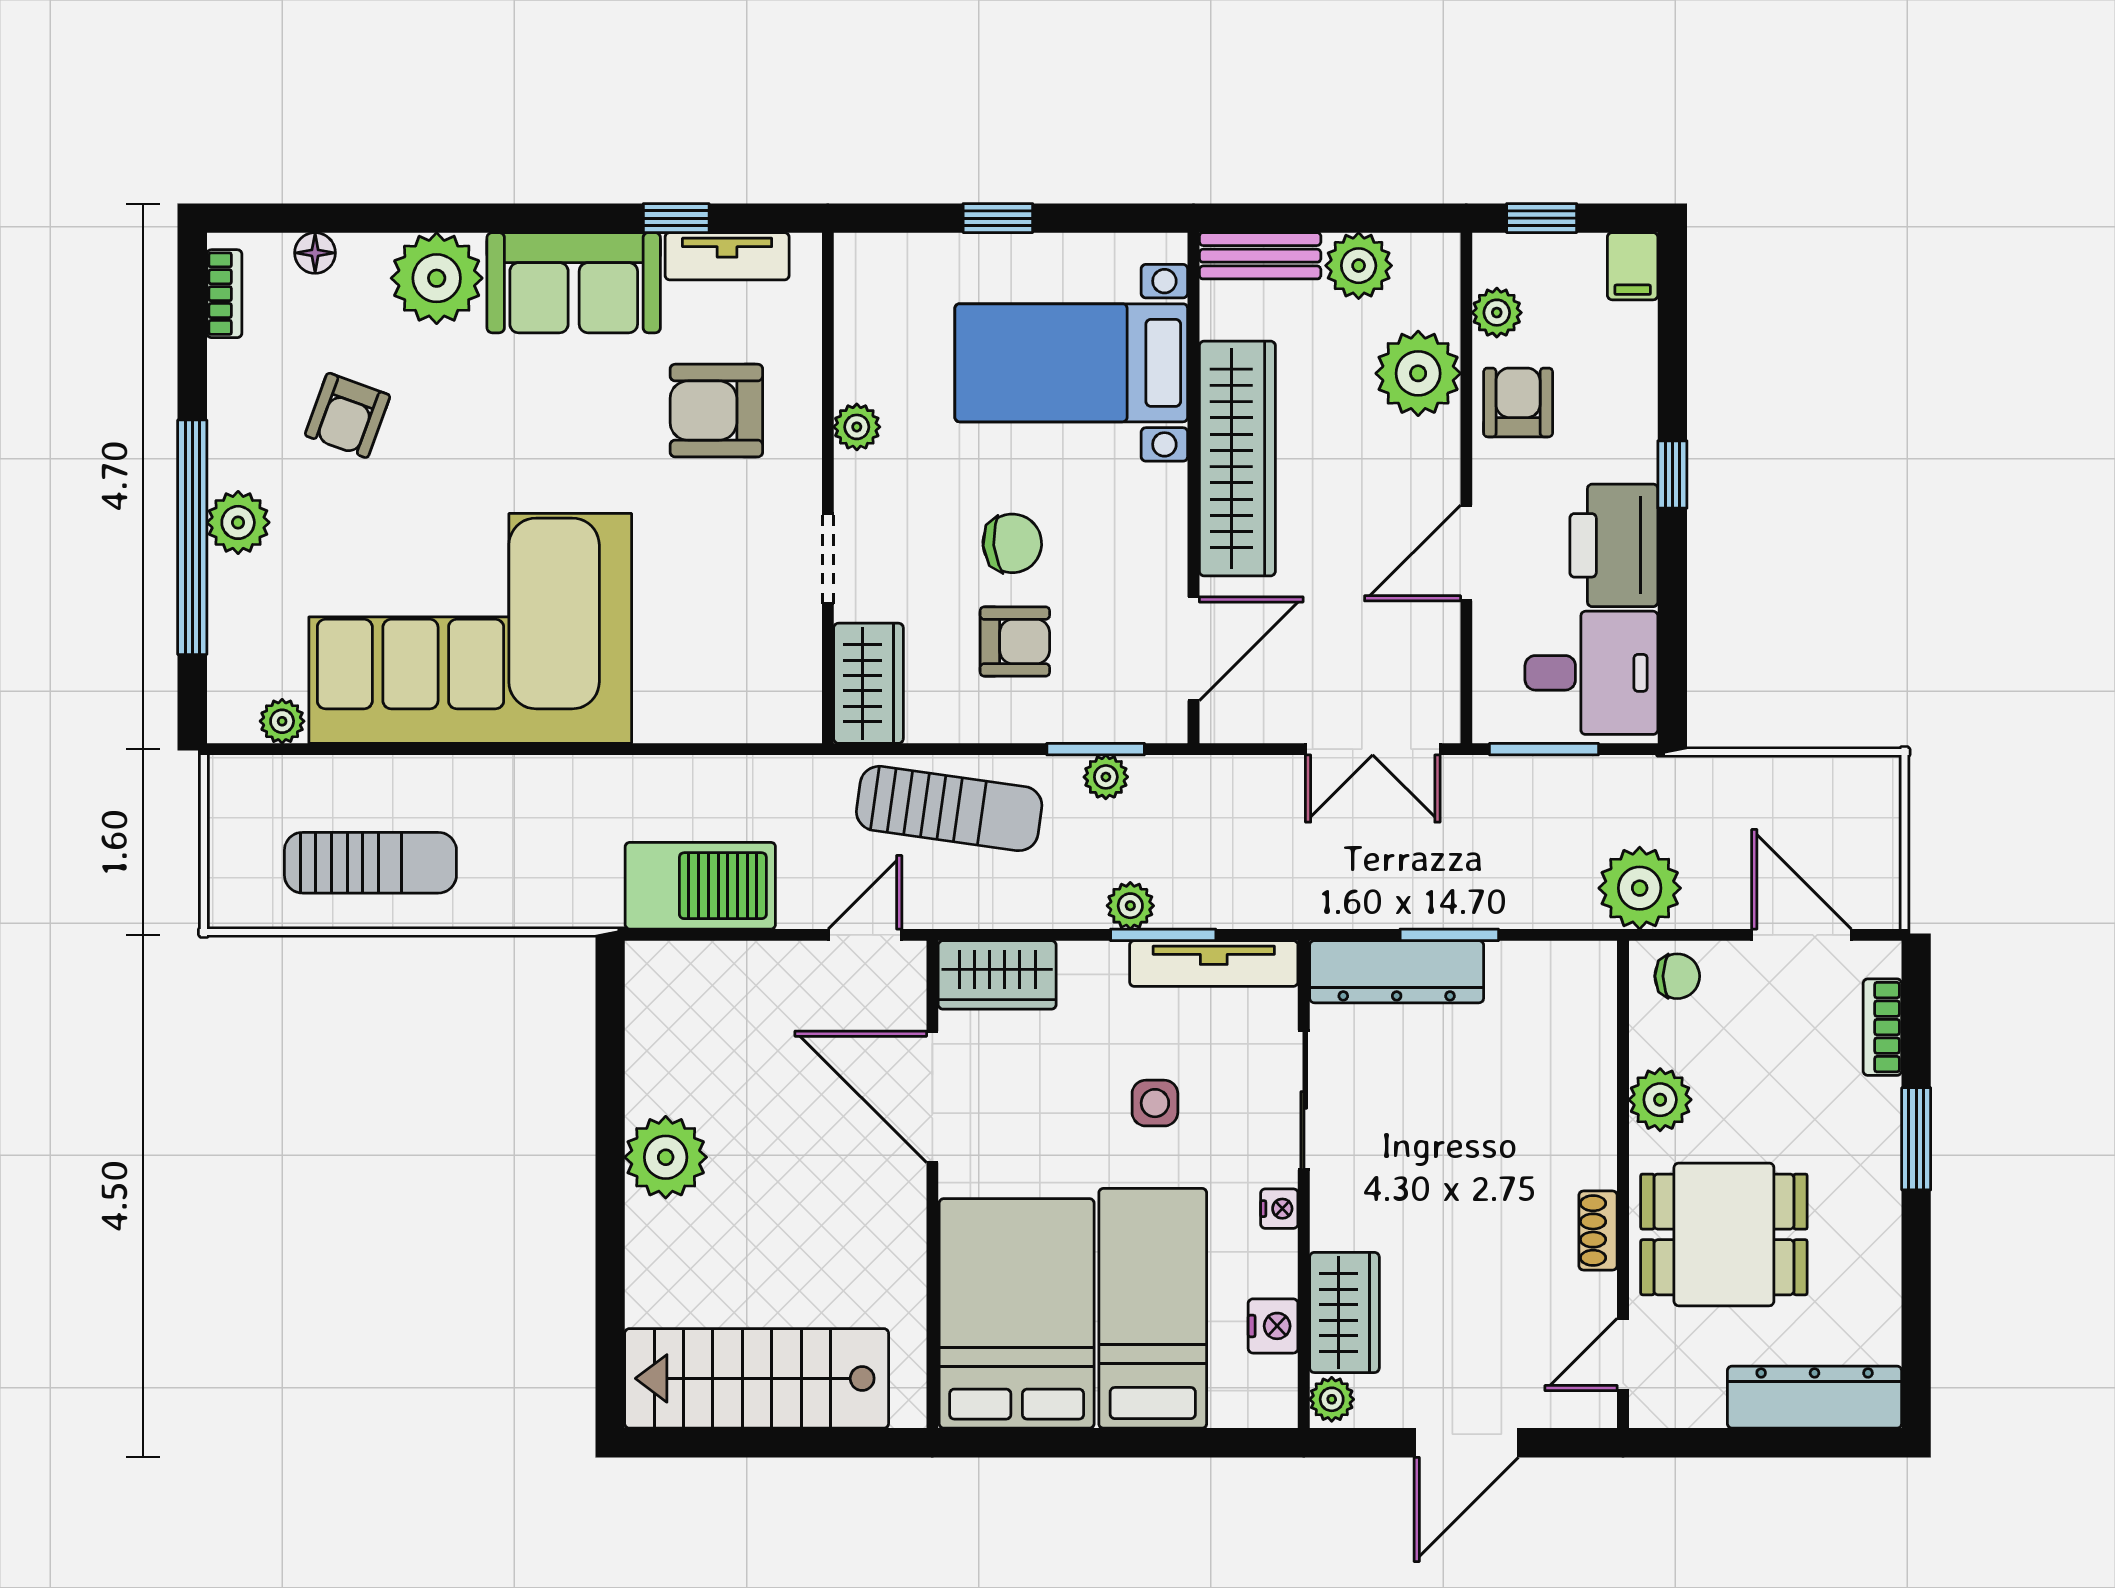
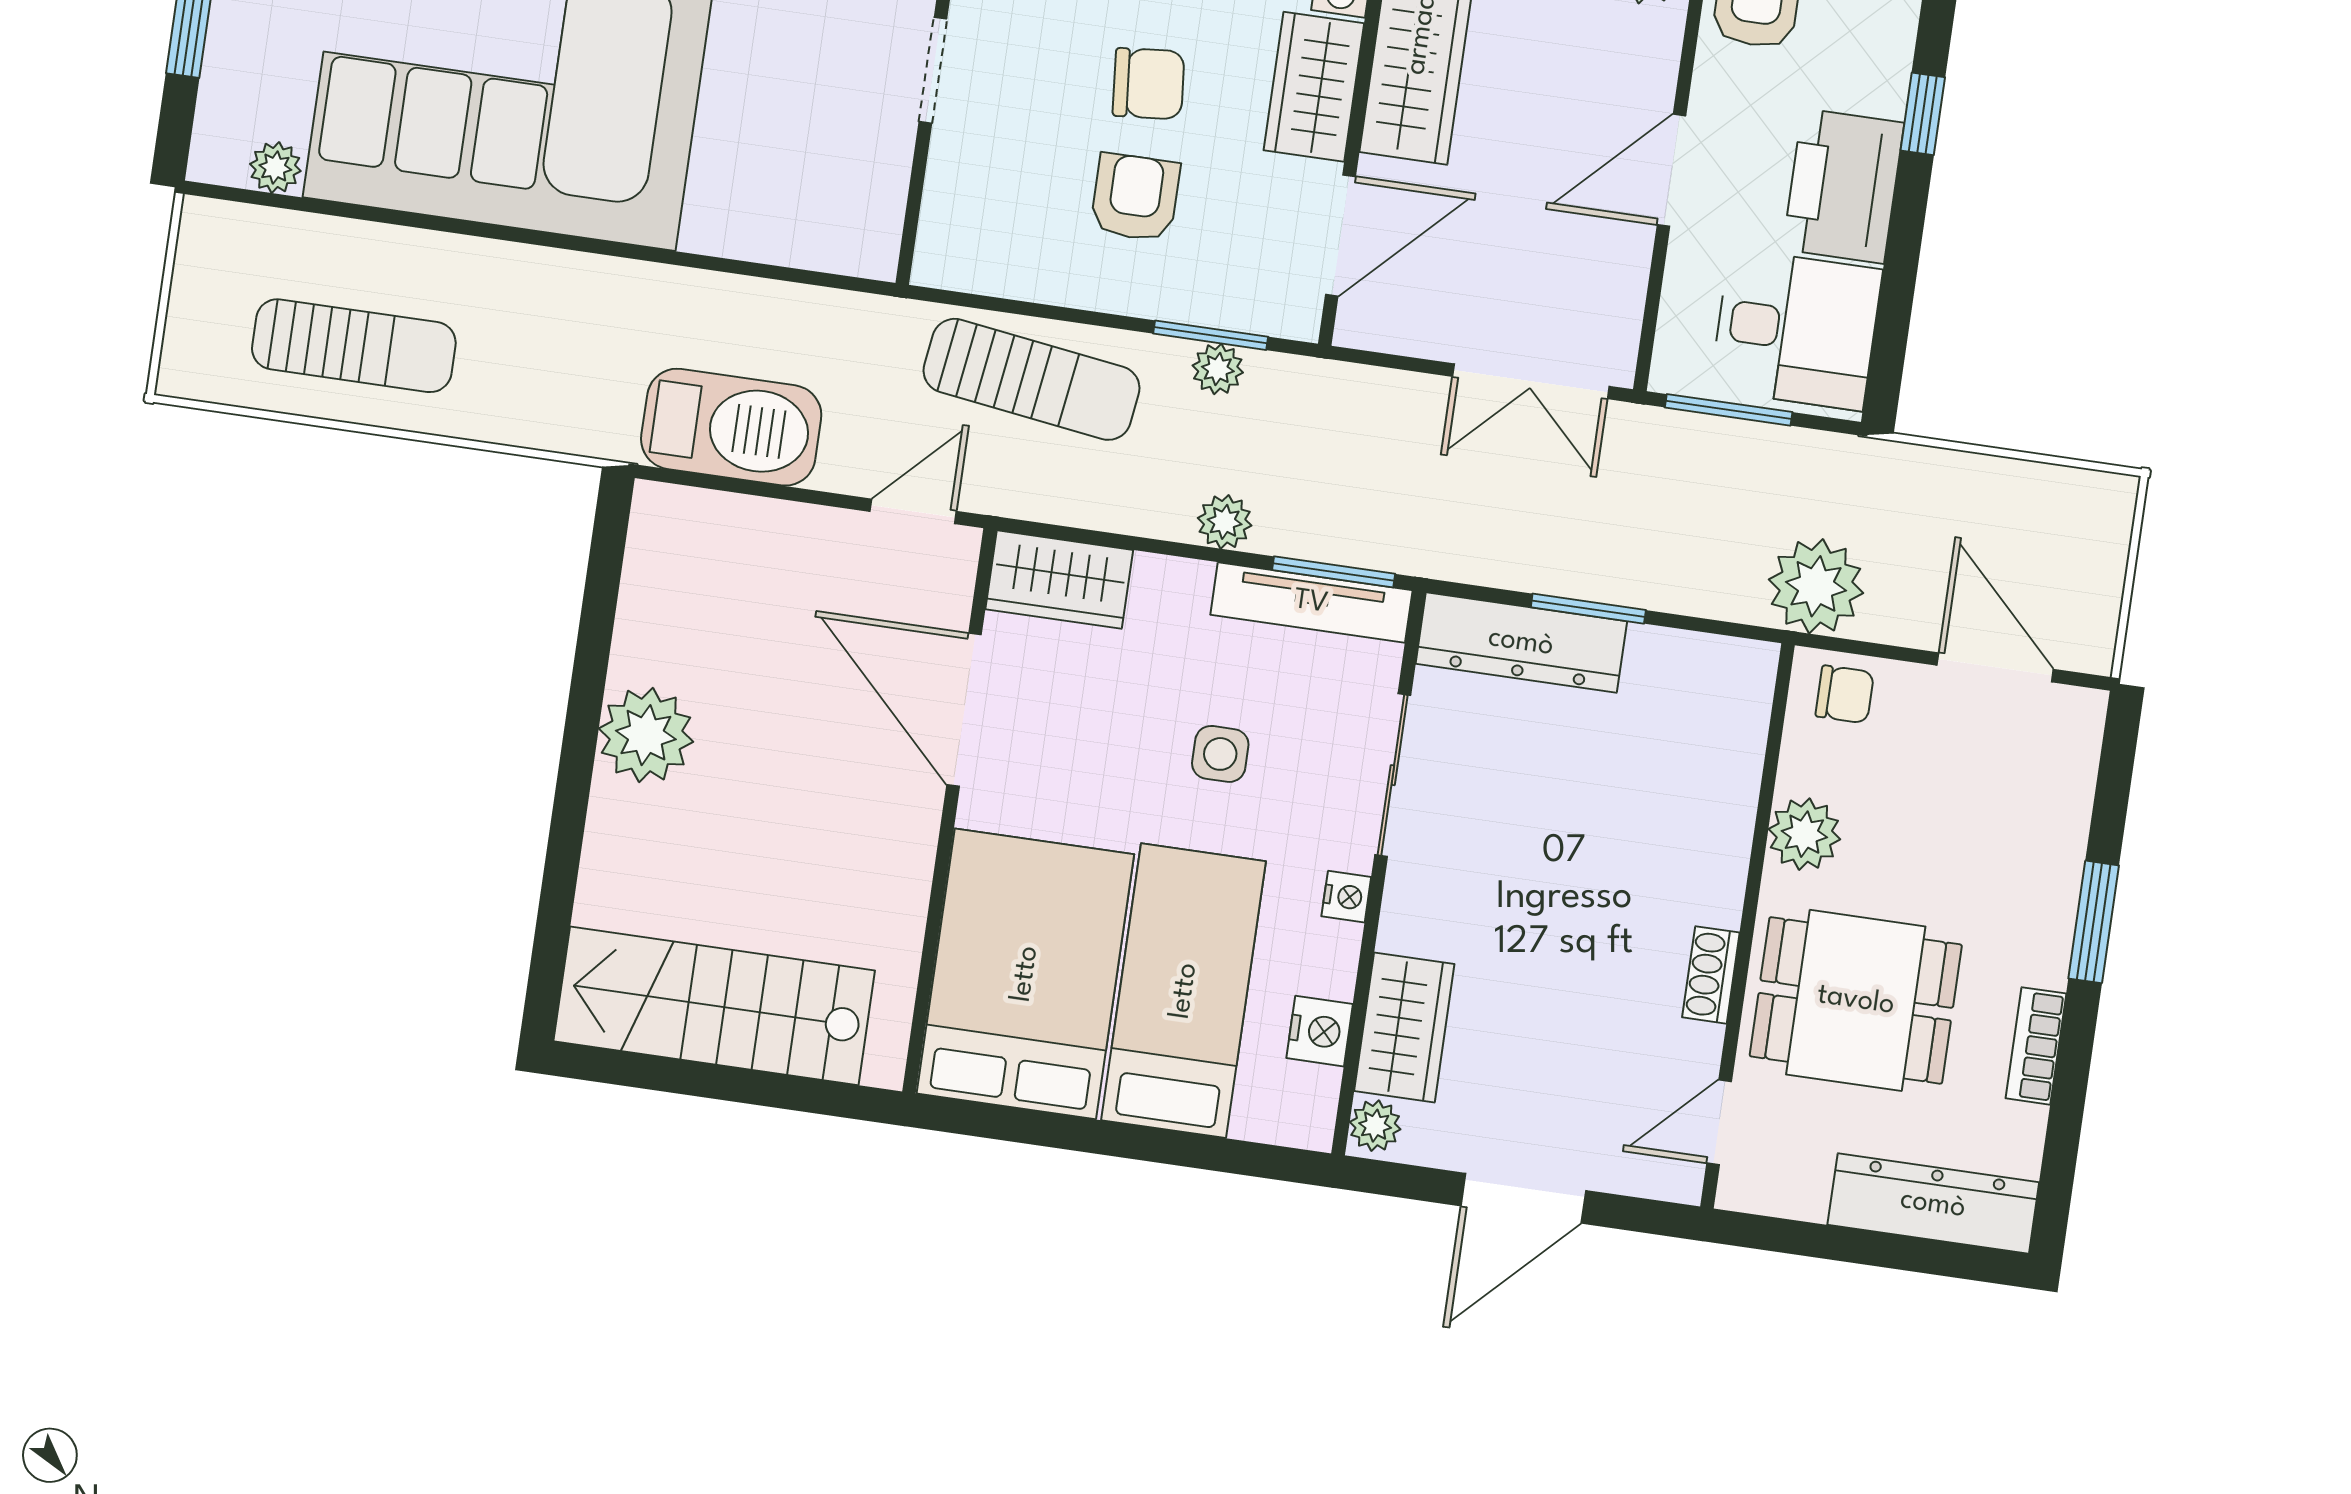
armchair: (1015, 642) -> (1135, 197), turned -90
wardrobe: (868, 683) -> (1314, 87), moved, turned 180
window: (1163, 935) -> (1334, 572), moved
bookcase: (1882, 1027) -> (2036, 1046), moved

